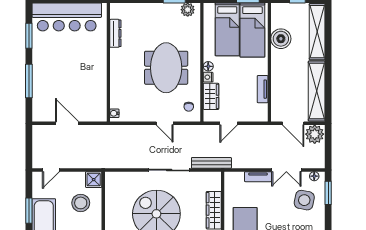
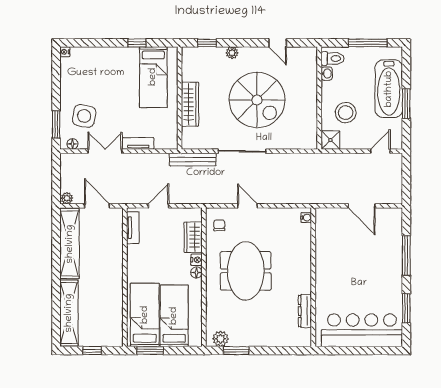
boiler: (281, 39) -> (111, 305), removed
tv unit: (263, 89) -> (133, 228), moved
door: (229, 123) -> (159, 206), moved
plant: (315, 134) -> (67, 198), width x0.53, depth x0.53

